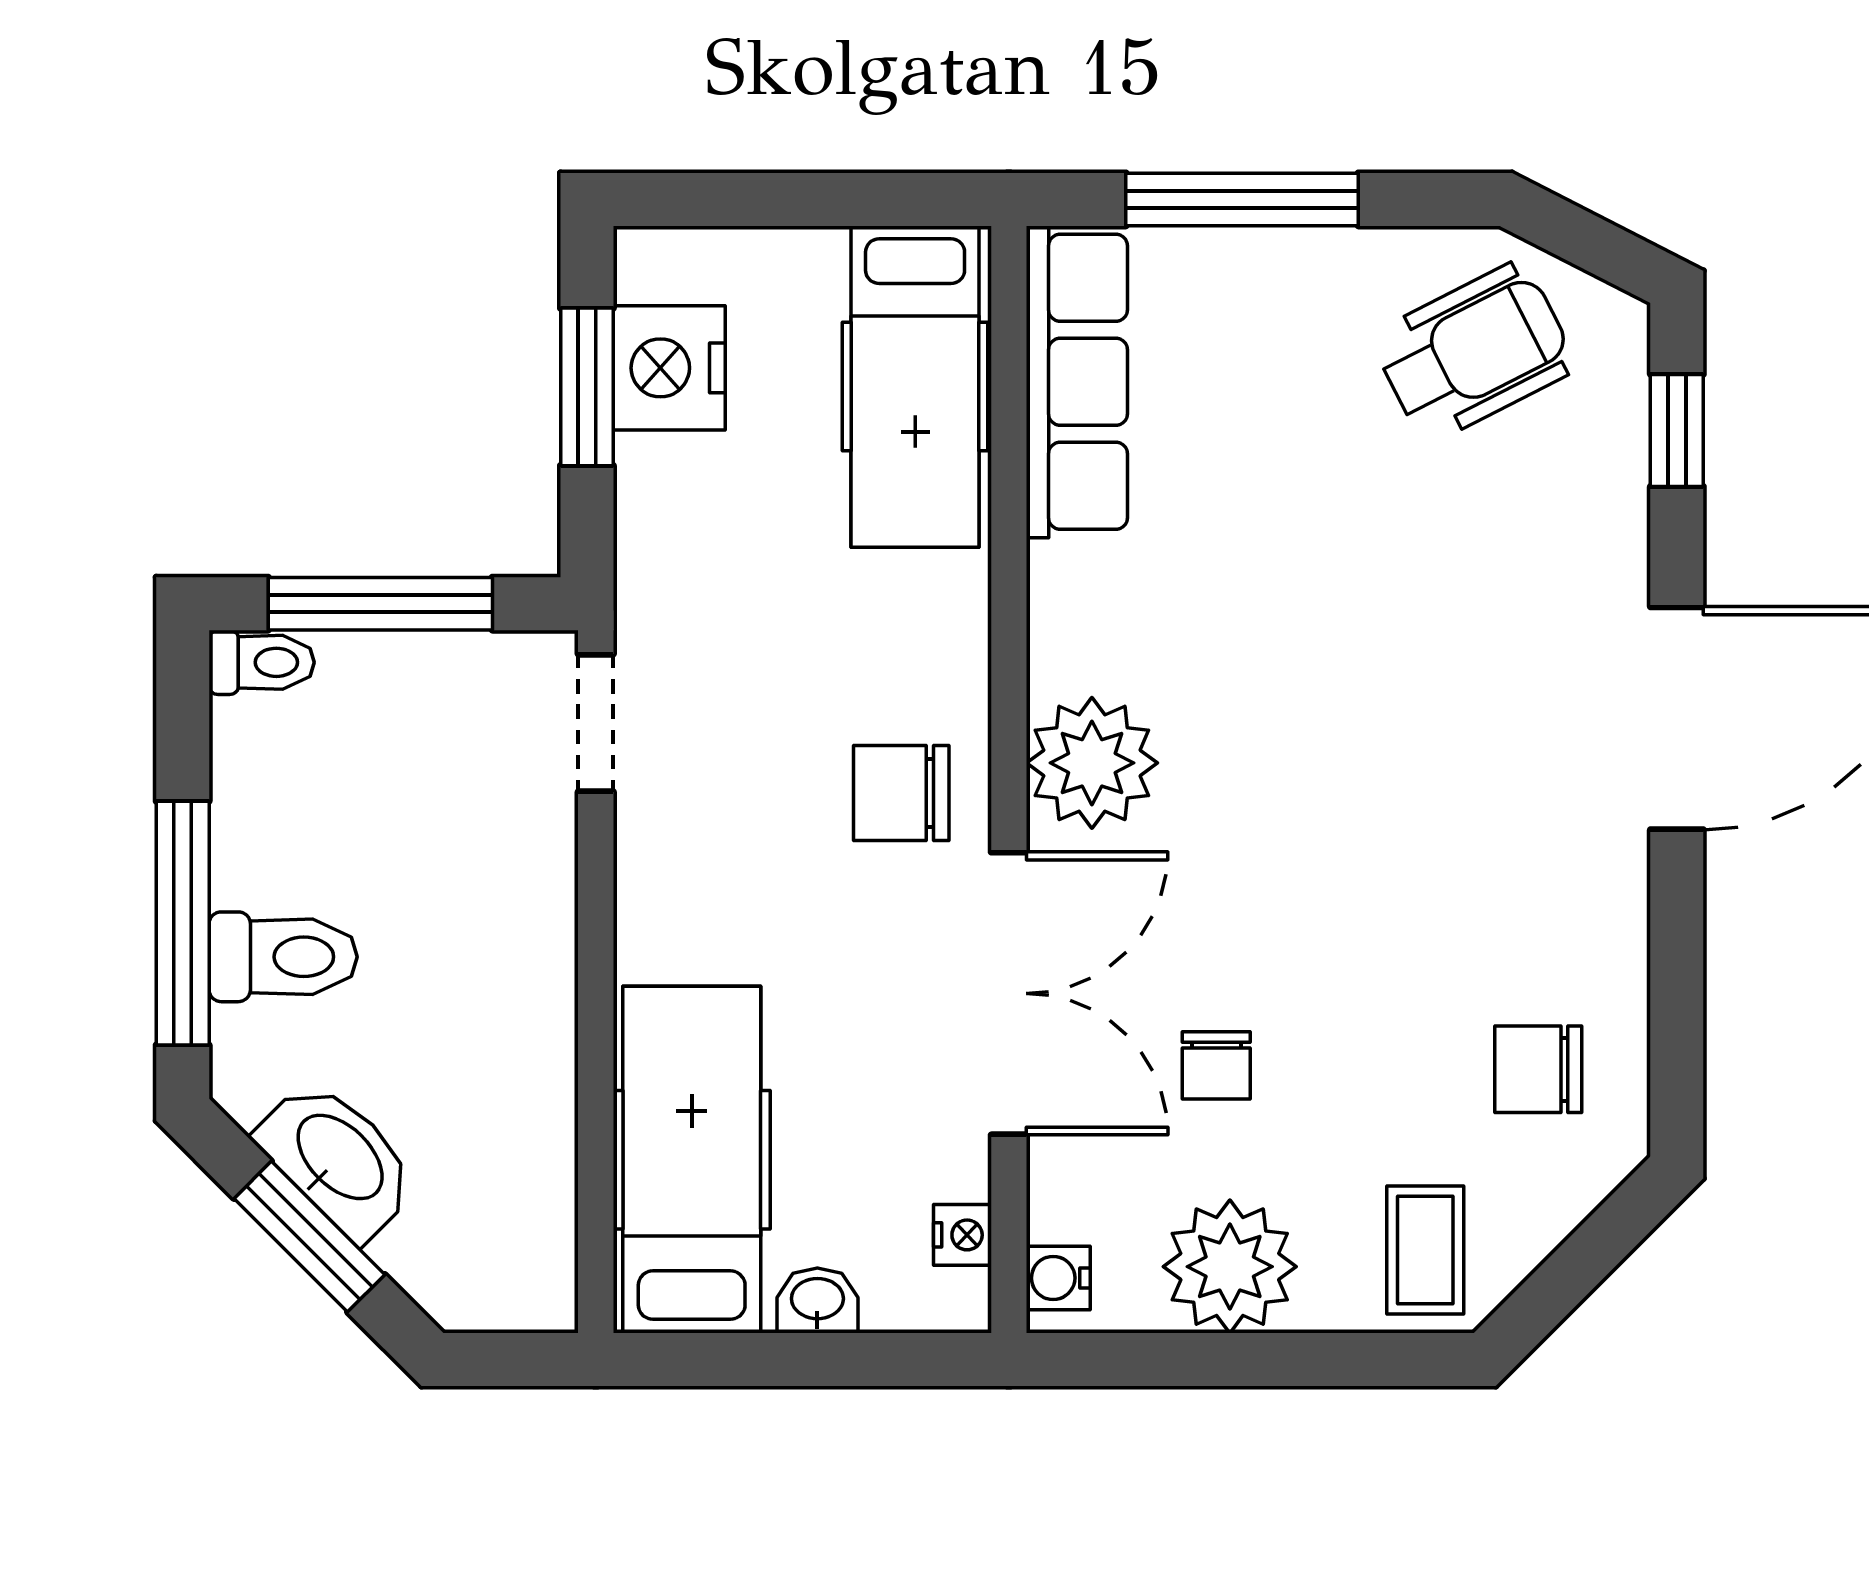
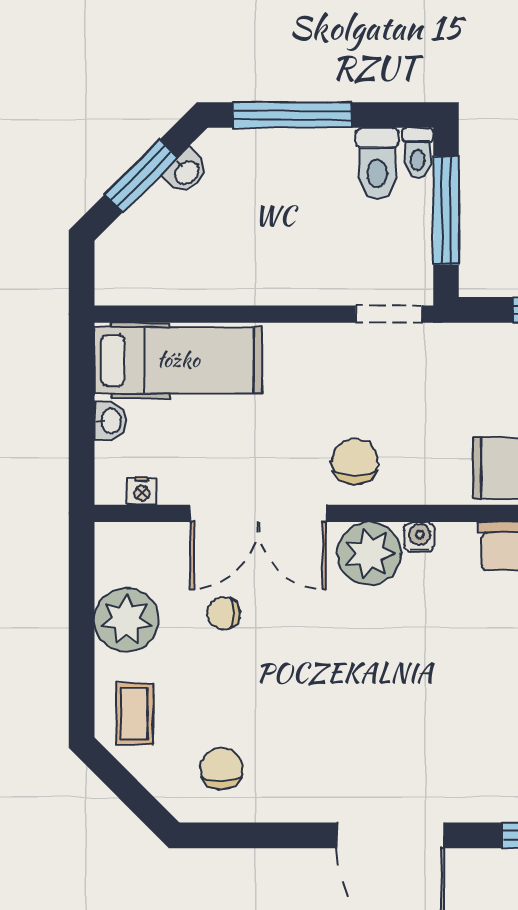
toilet: (283, 957) -> (377, 163), moved
washbasin: (338, 1159) -> (186, 172), width x0.52, depth x0.69
coffee table: (1425, 1250) -> (134, 714), turned 90
water cooler: (1058, 1278) -> (420, 537), moved

